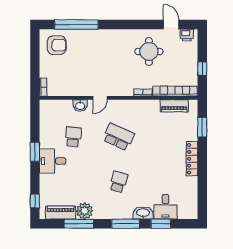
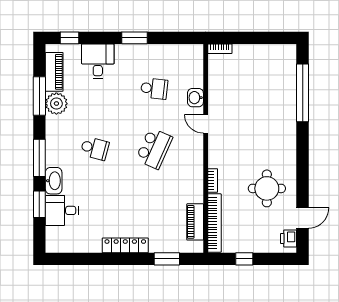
armchair: (57, 45) -> (275, 67), removed
desk: (53, 161) -> (98, 61), moved

